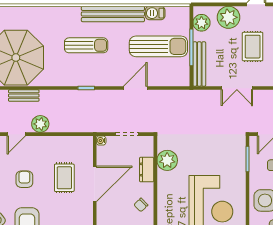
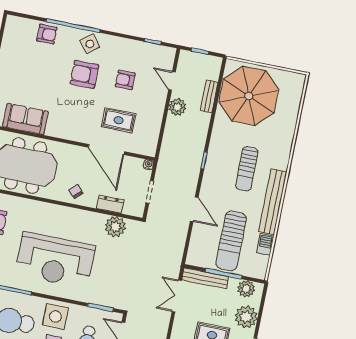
double door: (237, 88) -> (177, 296), moved
armchair: (24, 179) -> (125, 80), turned 180

